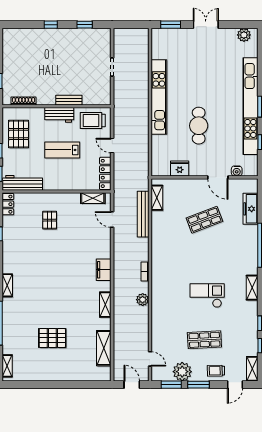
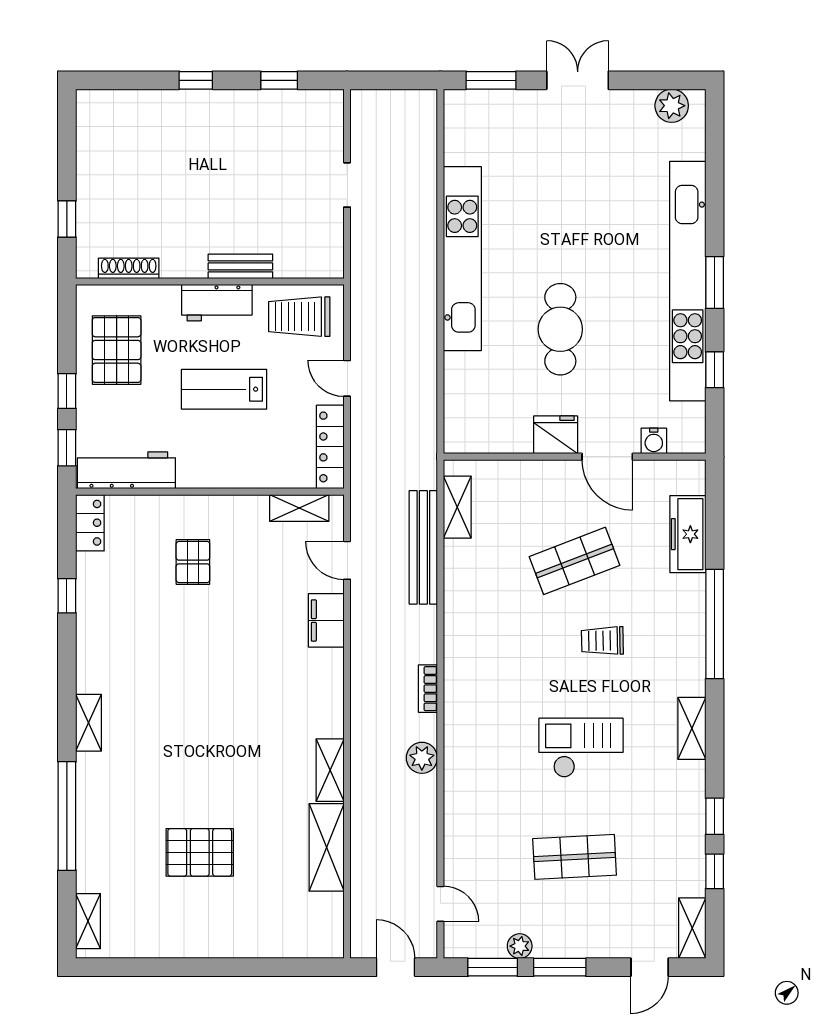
fridge: (180, 168) -> (556, 435), moved
filing cabinet: (104, 270) -> (326, 620), moved
shelving: (104, 348) -> (327, 847), moved
trolley: (216, 371) -> (602, 641), moved
plant: (182, 372) -> (520, 946), width x0.53, depth x0.53

